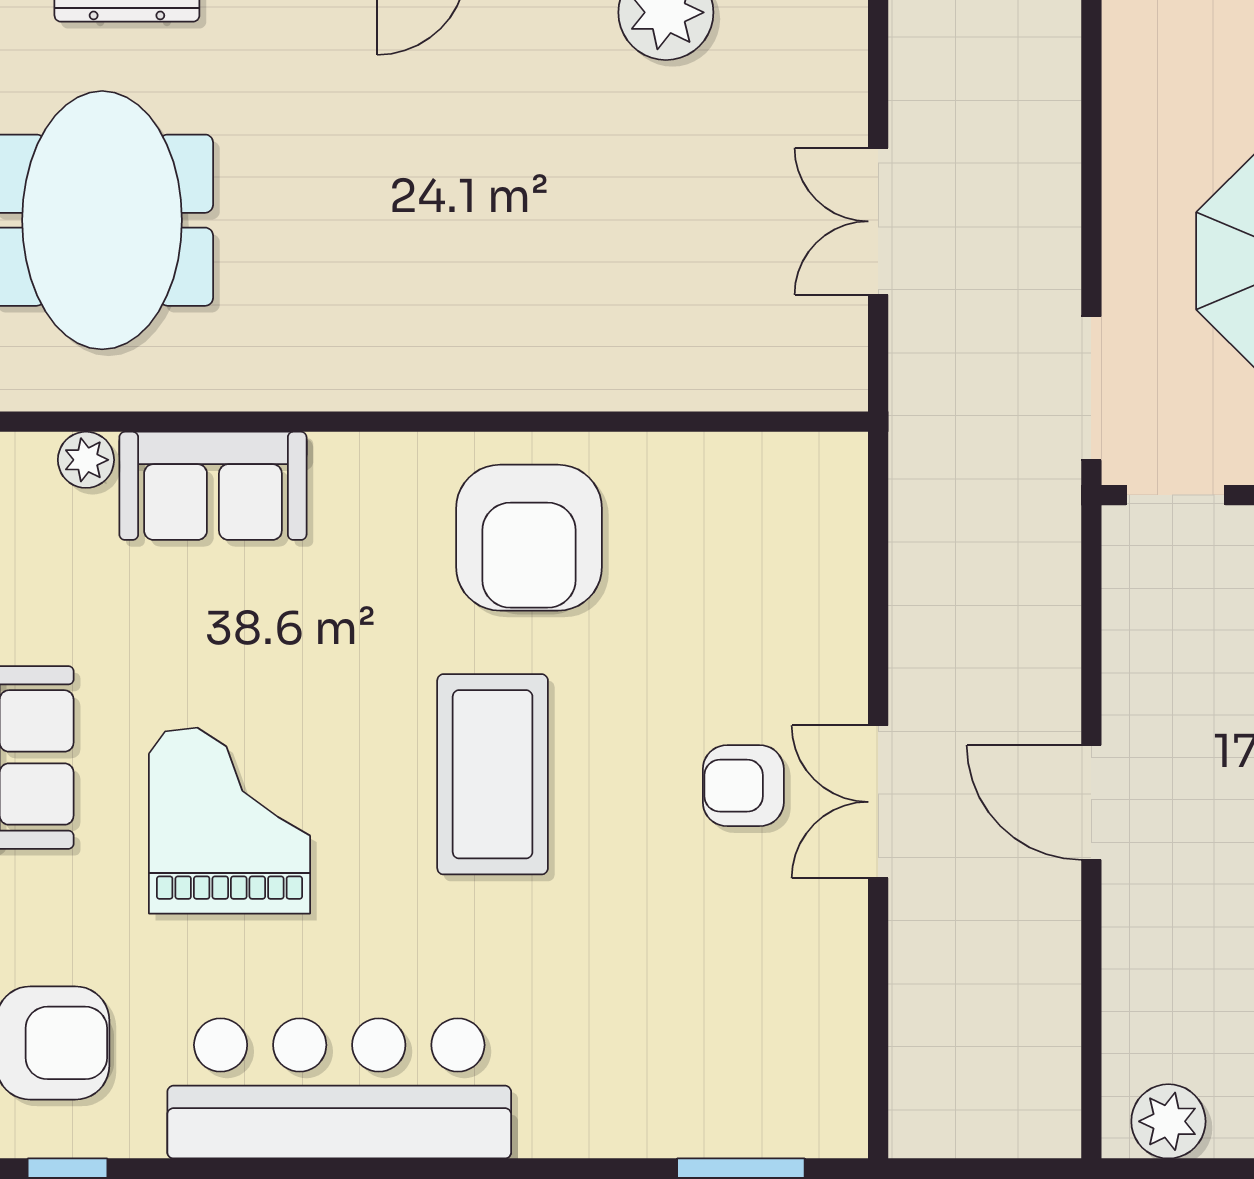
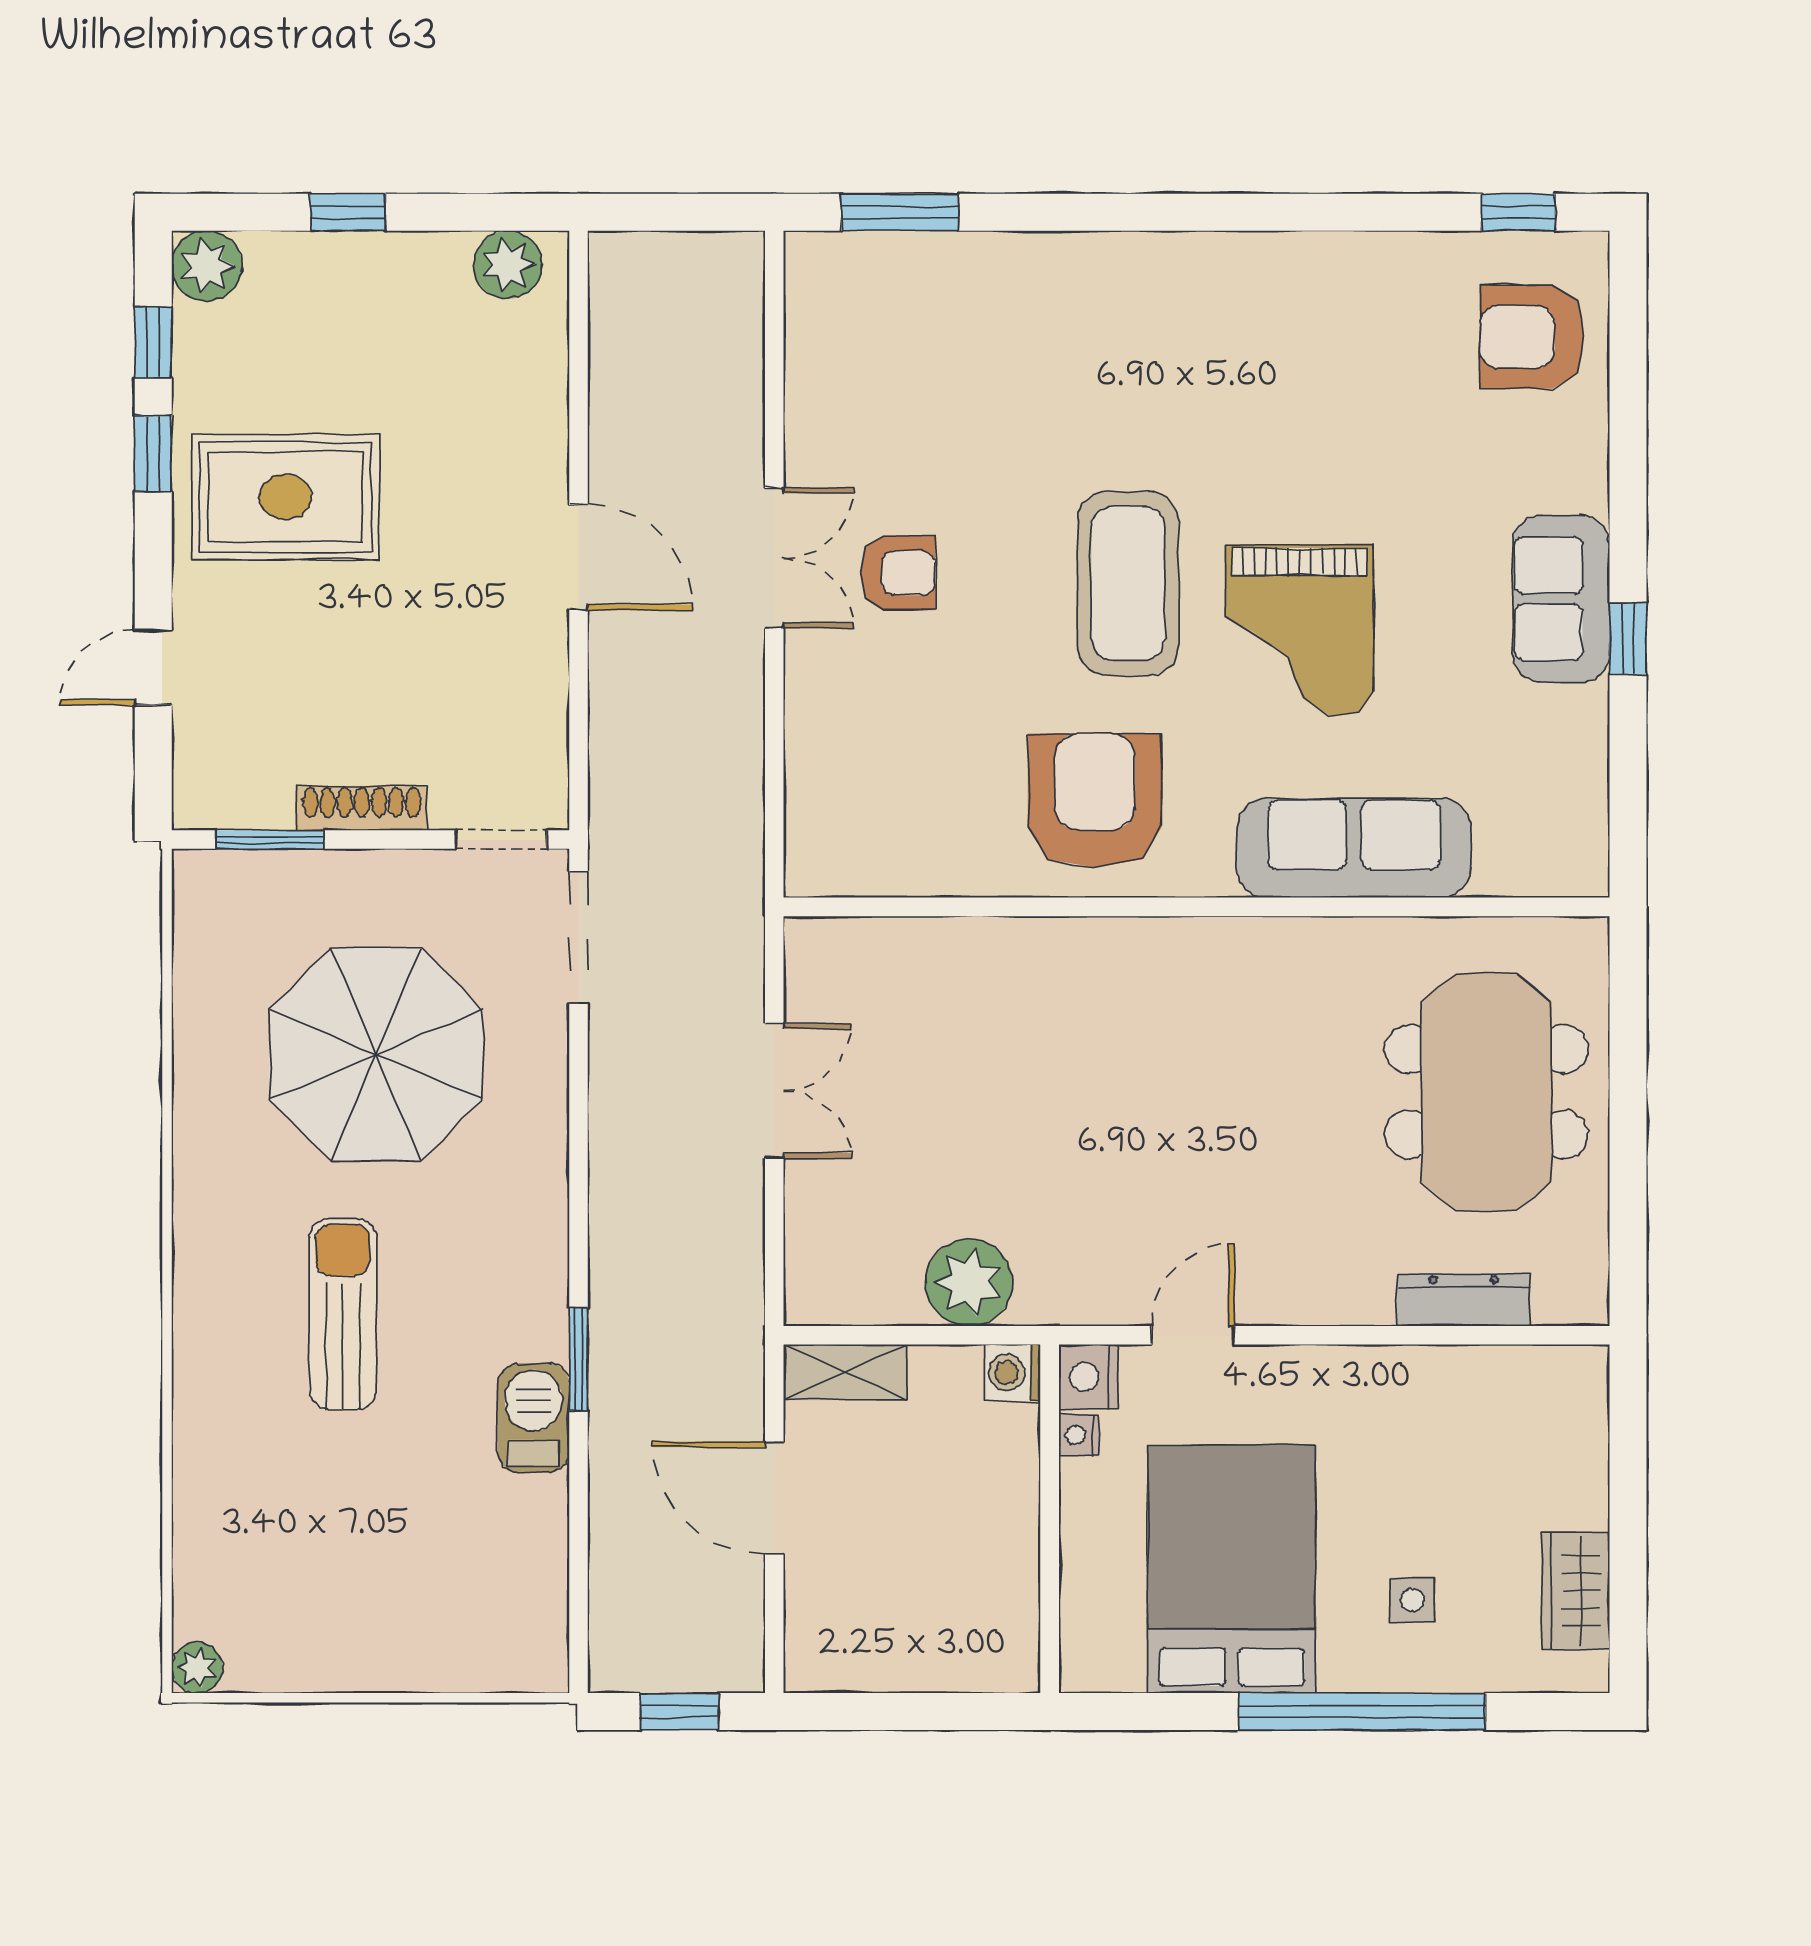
plant: (86, 460) -> (1501, 872), removed
sofa: (213, 486) -> (1354, 848), width x1.36
grand piano: (229, 821) -> (1300, 630), moved
bar counter: (339, 1088) -> (1269, 295), removed

